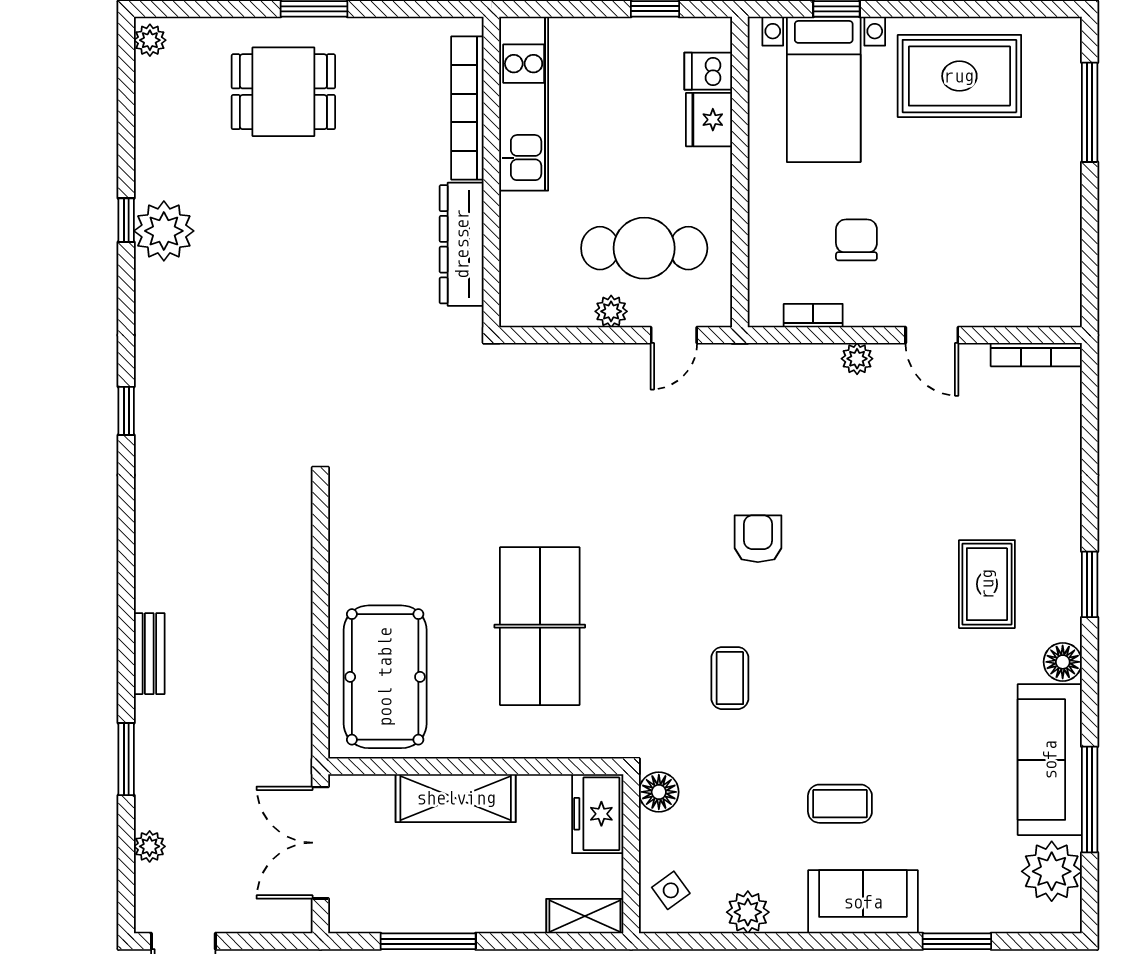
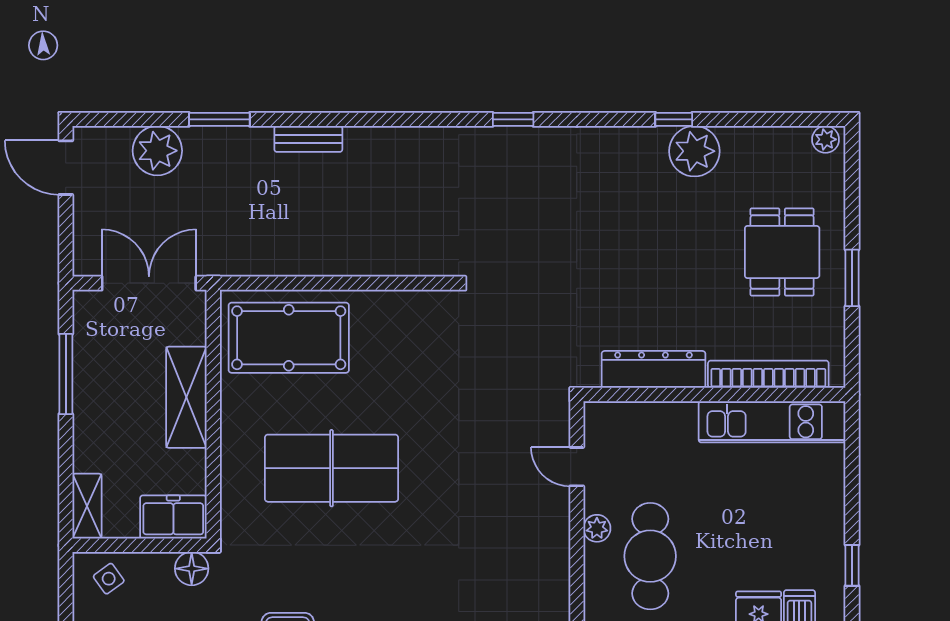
kitchen unit: (524, 104) -> (772, 422), moved
bookcase: (467, 108) -> (768, 374), moved
wall: (491, 172) -> (714, 395), moved
plant: (164, 231) -> (694, 151), moved
dresser: (462, 244) -> (653, 369), moved
door: (674, 335) -> (577, 467), moved
plant: (150, 846) -> (157, 151), width x1.87, depth x1.87

